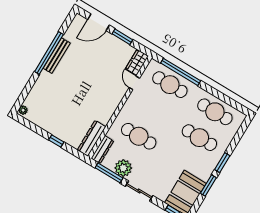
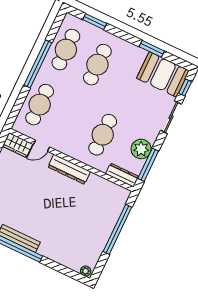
window: (181, 72) -> (38, 64), moved
dresser: (92, 138) -> (69, 169), moved
window: (56, 141) -> (117, 229), width x3.17
window: (222, 163) -> (95, 22), moved
sliding door: (139, 191) -> (171, 117), moved

